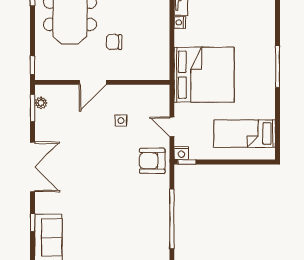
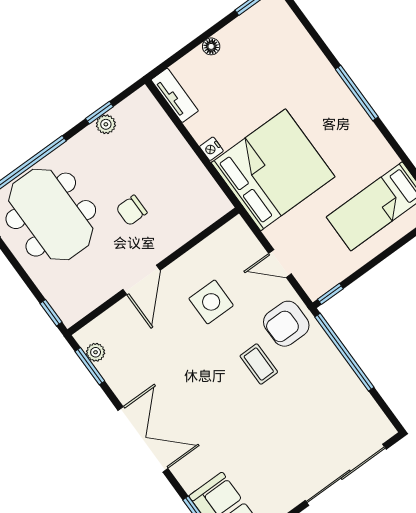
nightstand: (180, 22) -> (211, 149), moved
side table: (121, 121) -> (211, 302), width x1.87, depth x1.87
nightstand: (181, 153) -> (316, 288), removed
coffee table: (122, 171) -> (259, 364), added
window: (172, 219) -> (344, 352), moved

